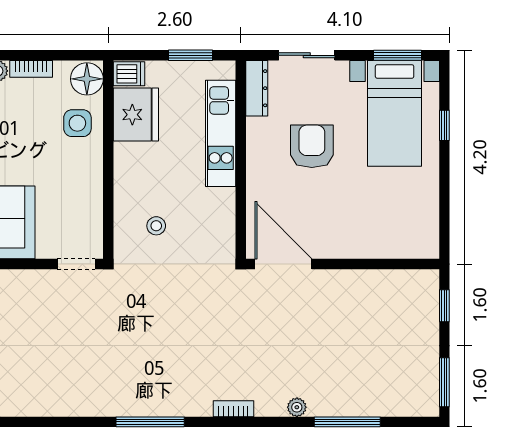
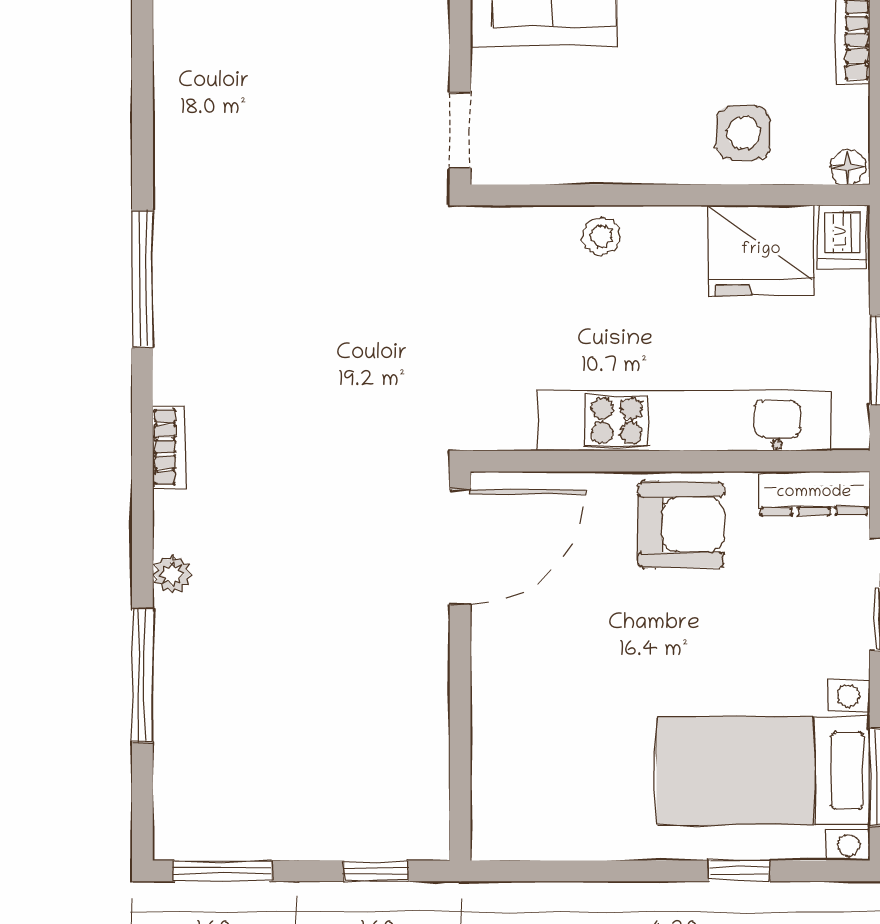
floor lamp: (87, 79) -> (848, 167), width x0.53, depth x0.53
kitchen unit: (221, 133) -> (684, 421), width x1.36
armchair: (312, 146) -> (681, 525), moved
stool: (156, 226) -> (601, 236), moved

